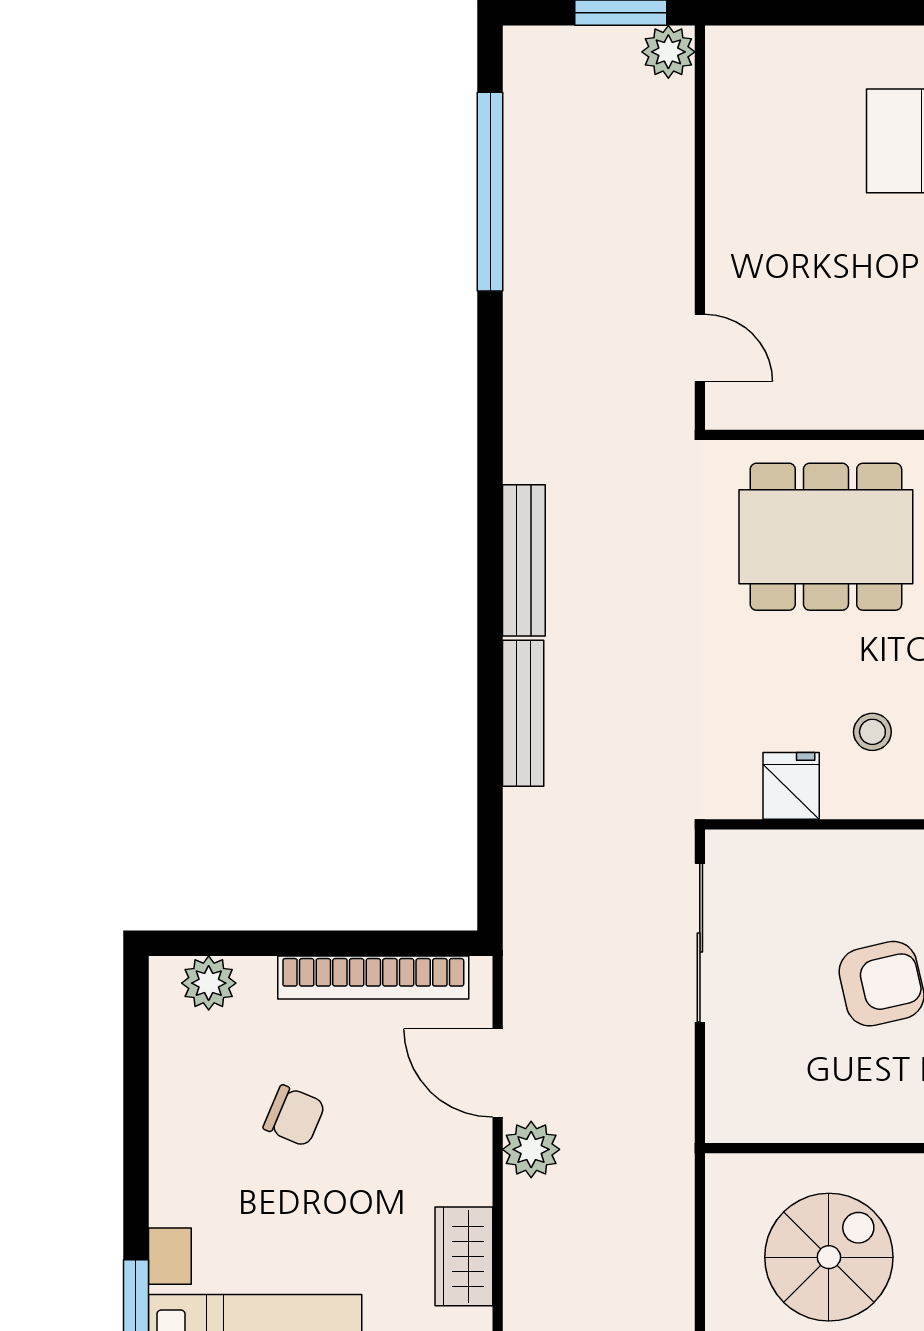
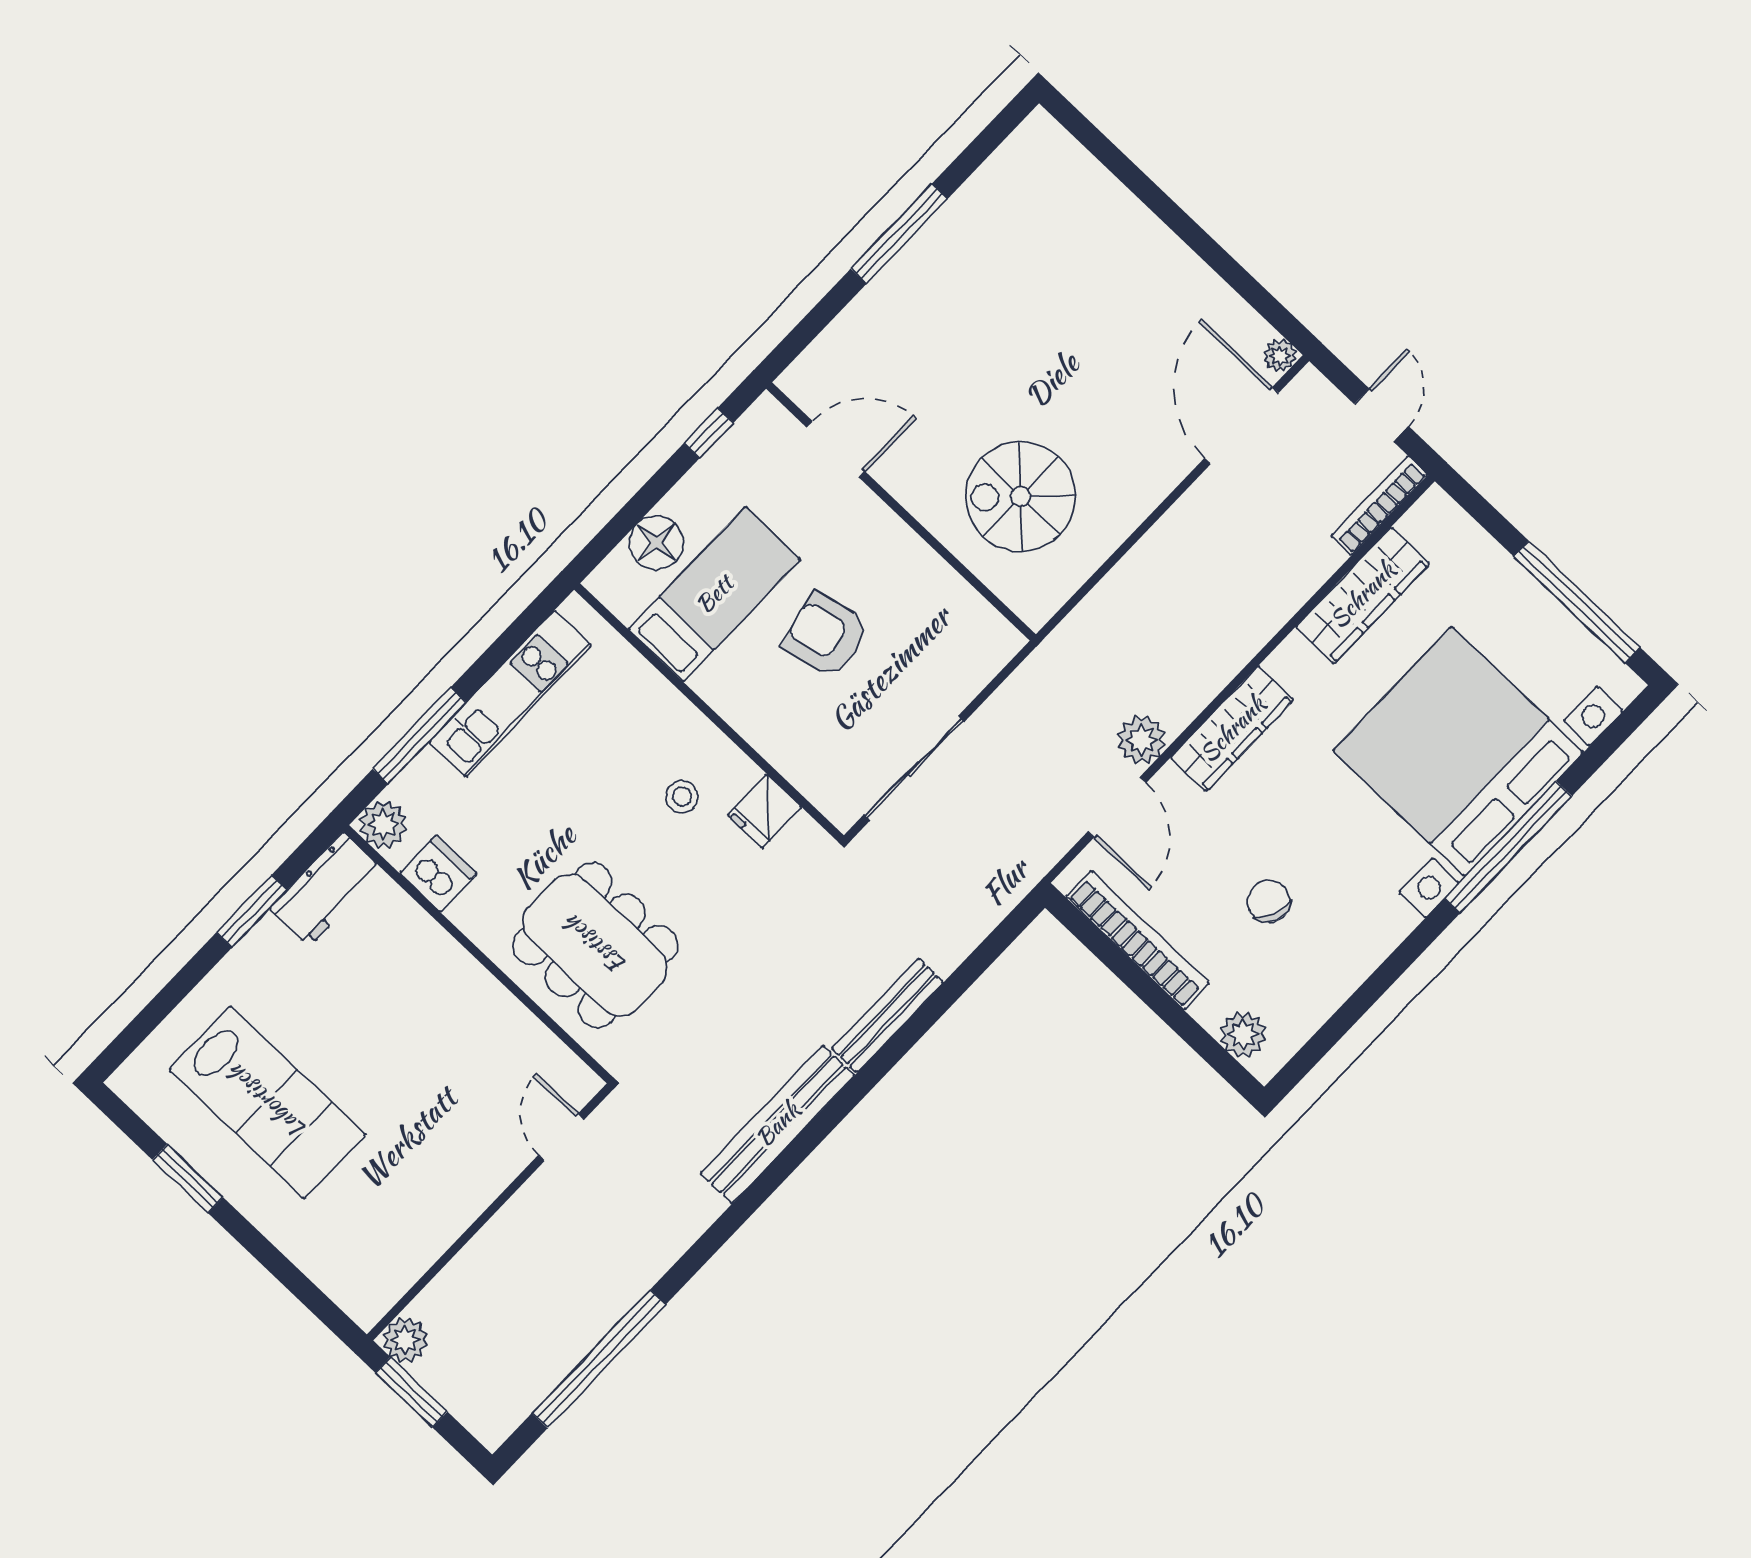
bench: (524, 560) -> (777, 1124), width x1.37, depth x1.21
wardrobe: (464, 1256) -> (1232, 729), width x1.50

